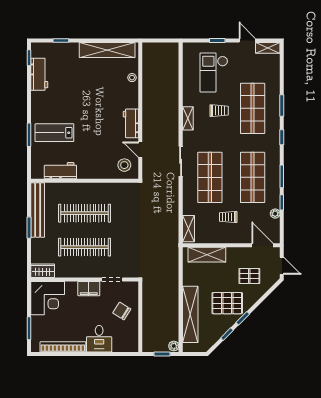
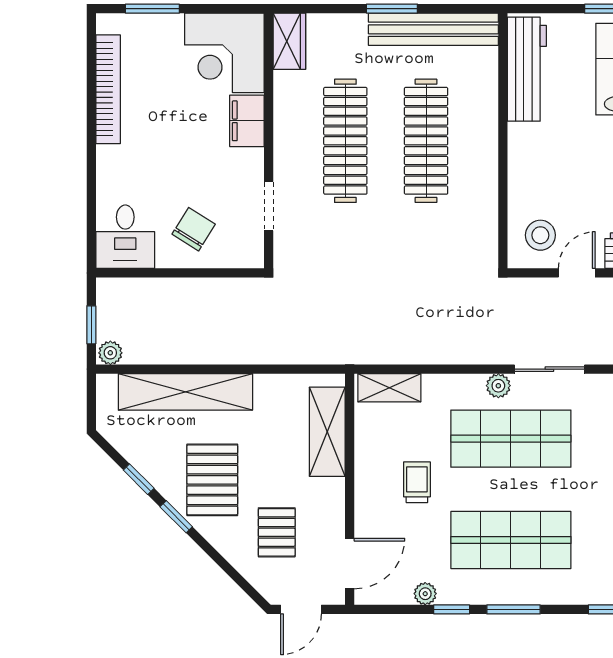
workbench: (60, 171) -> (527, 69), width x1.38
plant: (188, 183) -> (498, 386), added
filing cabinet: (89, 289) -> (247, 121), moved
desk: (99, 339) -> (125, 237), moved, turned -90

